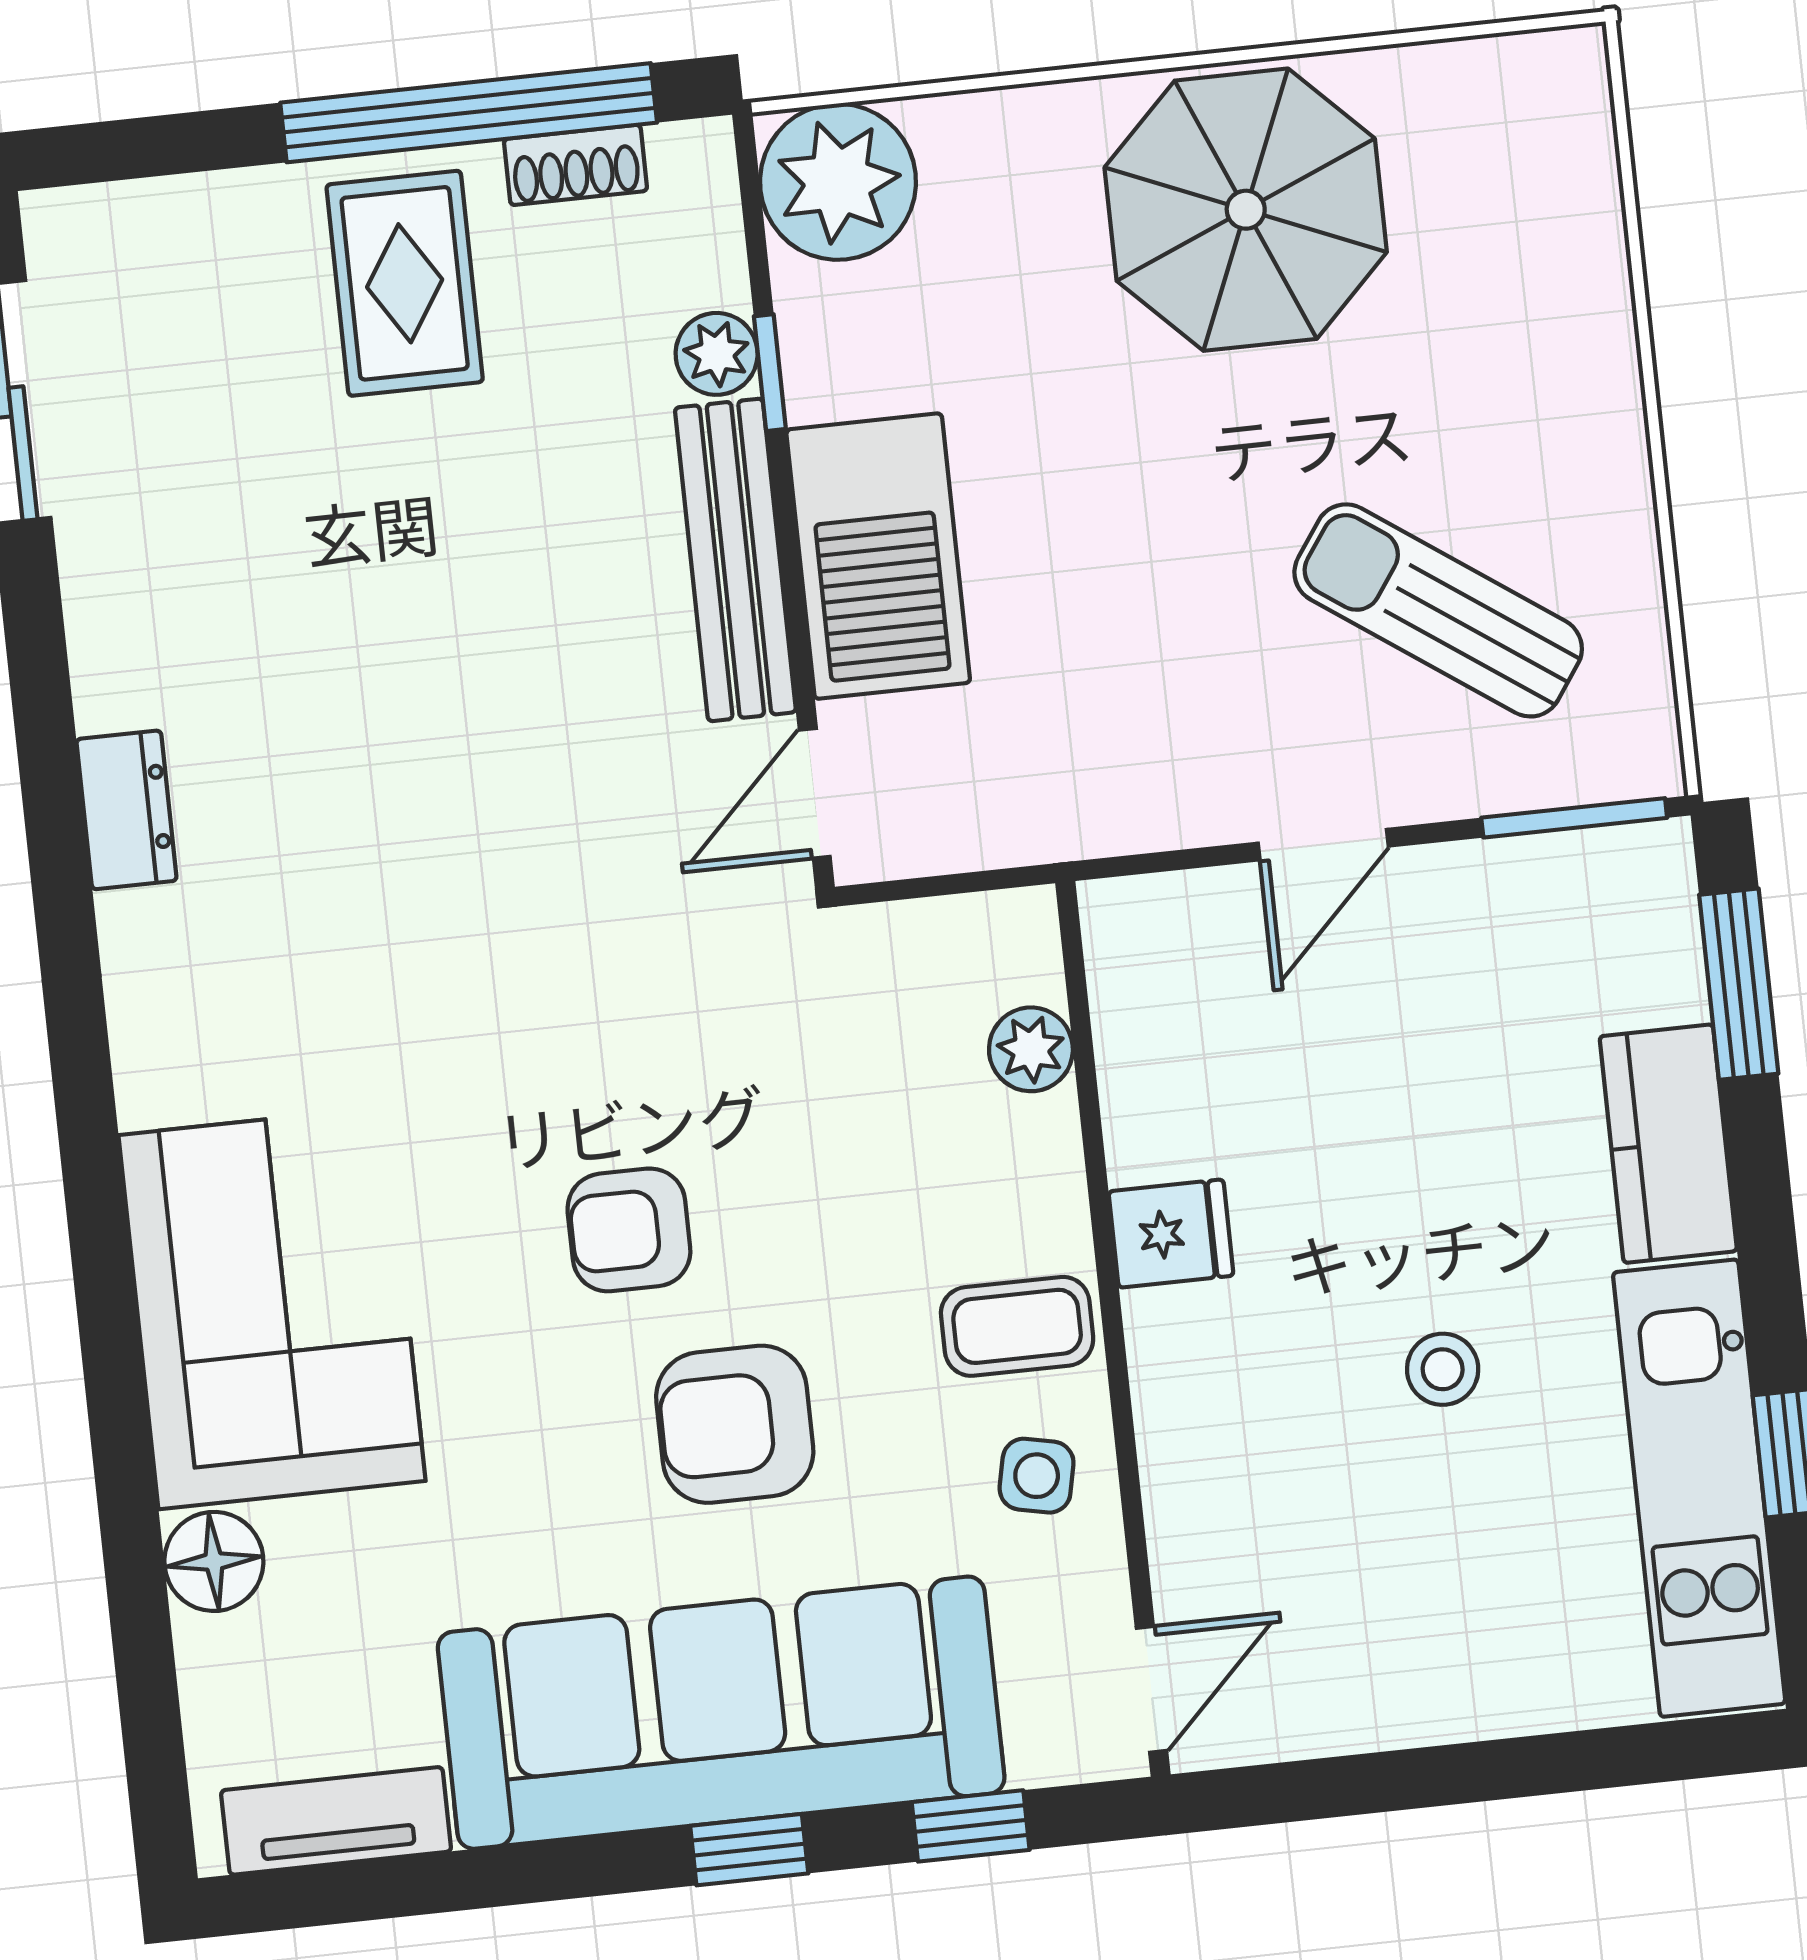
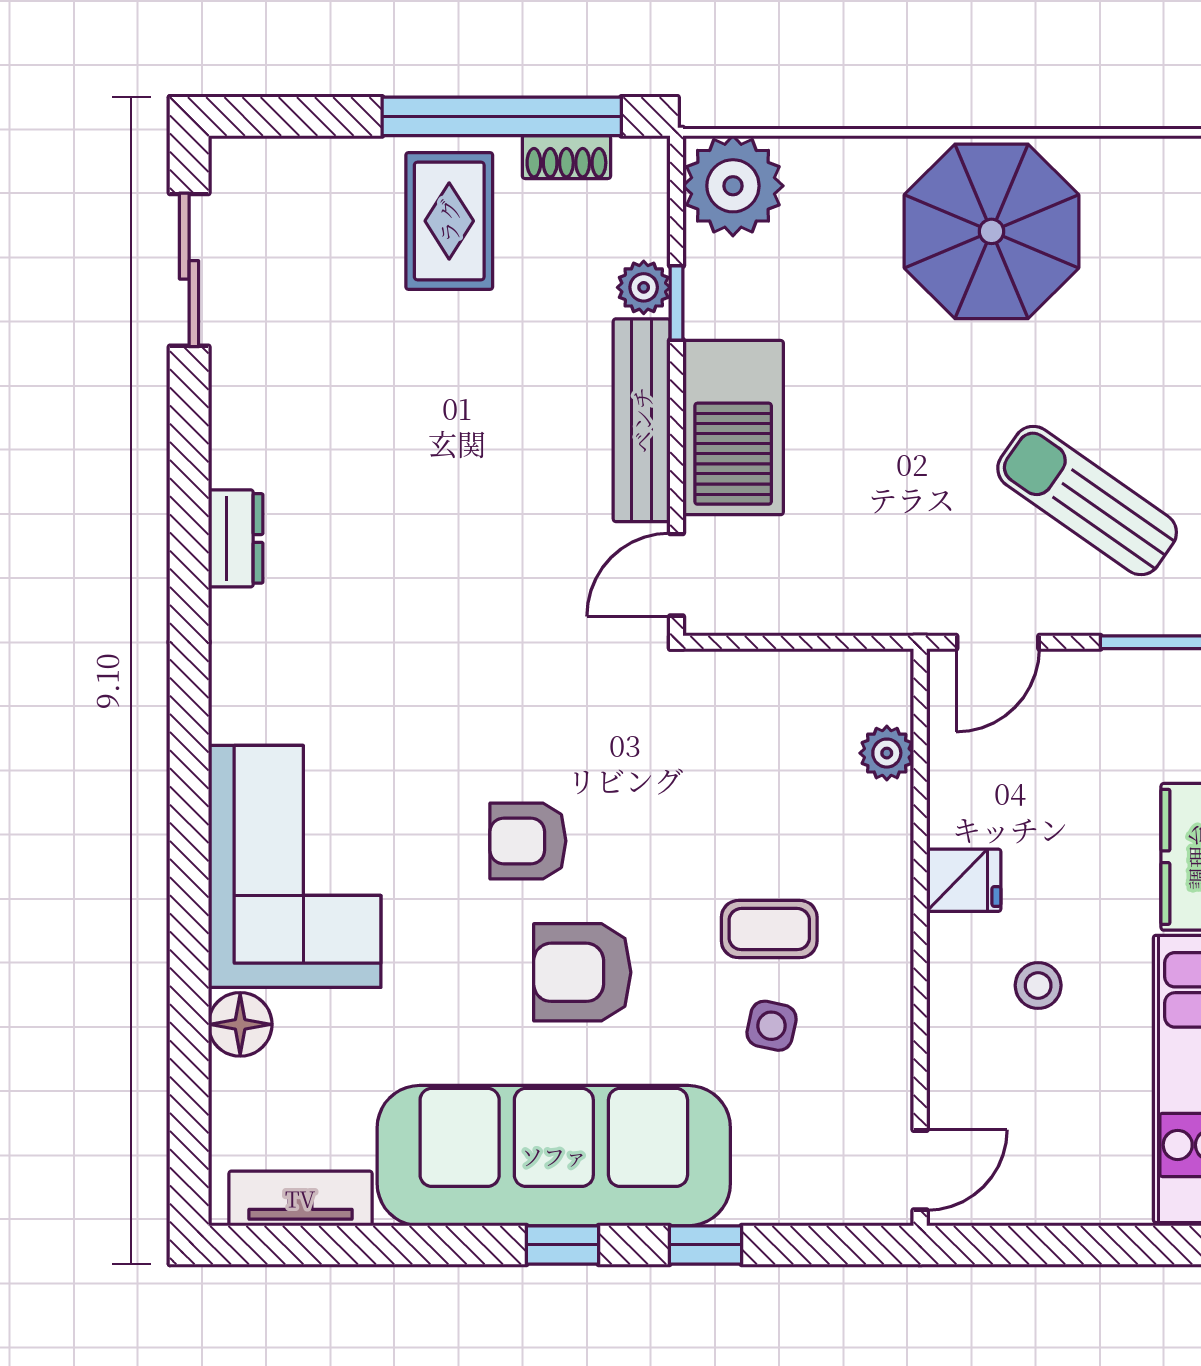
plant: (1031, 1049) -> (887, 753), moved
fridge: (1171, 1234) -> (964, 880), moved
wall: (1113, 1329) -> (920, 937), moved
door: (1152, 1689) -> (920, 1170), moved

